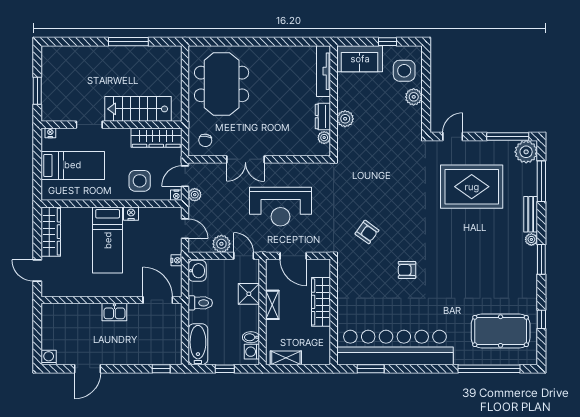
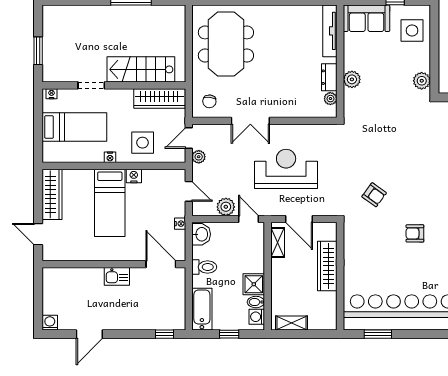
plant: (414, 97) -> (422, 81), moved
nightstand: (176, 195) -> (110, 157), moved
reception desk: (281, 207) -> (286, 169), turned 180
shower: (249, 294) -> (254, 284), moved
shelving: (272, 305) -> (278, 243), moved

